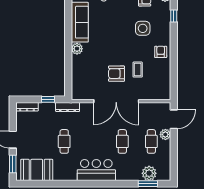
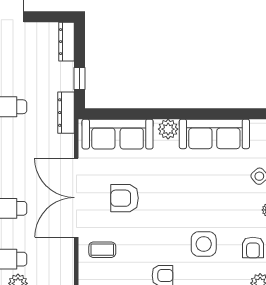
coffee table: (138, 70) -> (102, 250), moved
armchair: (116, 74) -> (124, 198), turned -90
sofa: (80, 78) -> (118, 134), added

